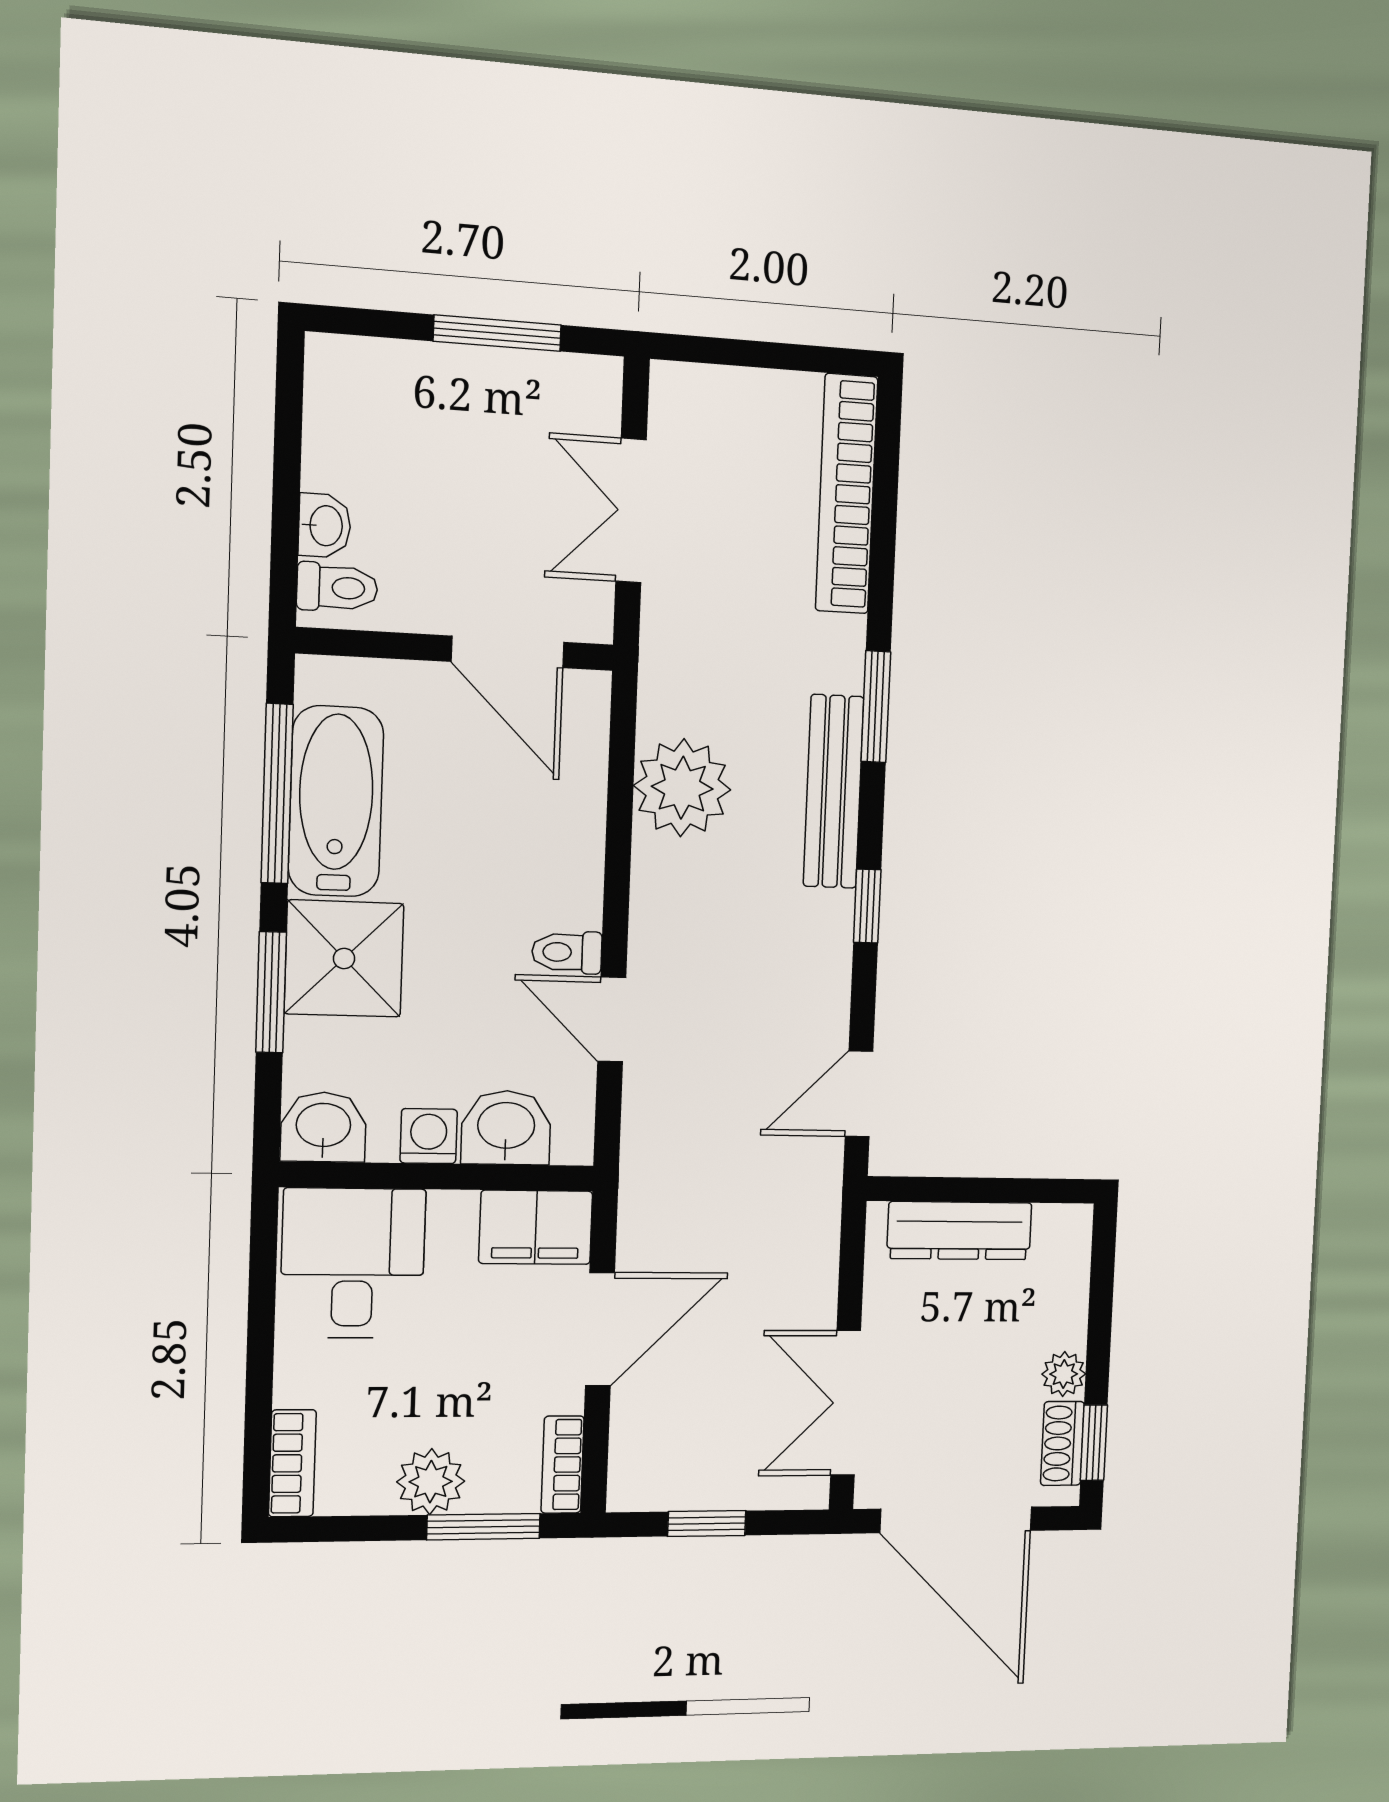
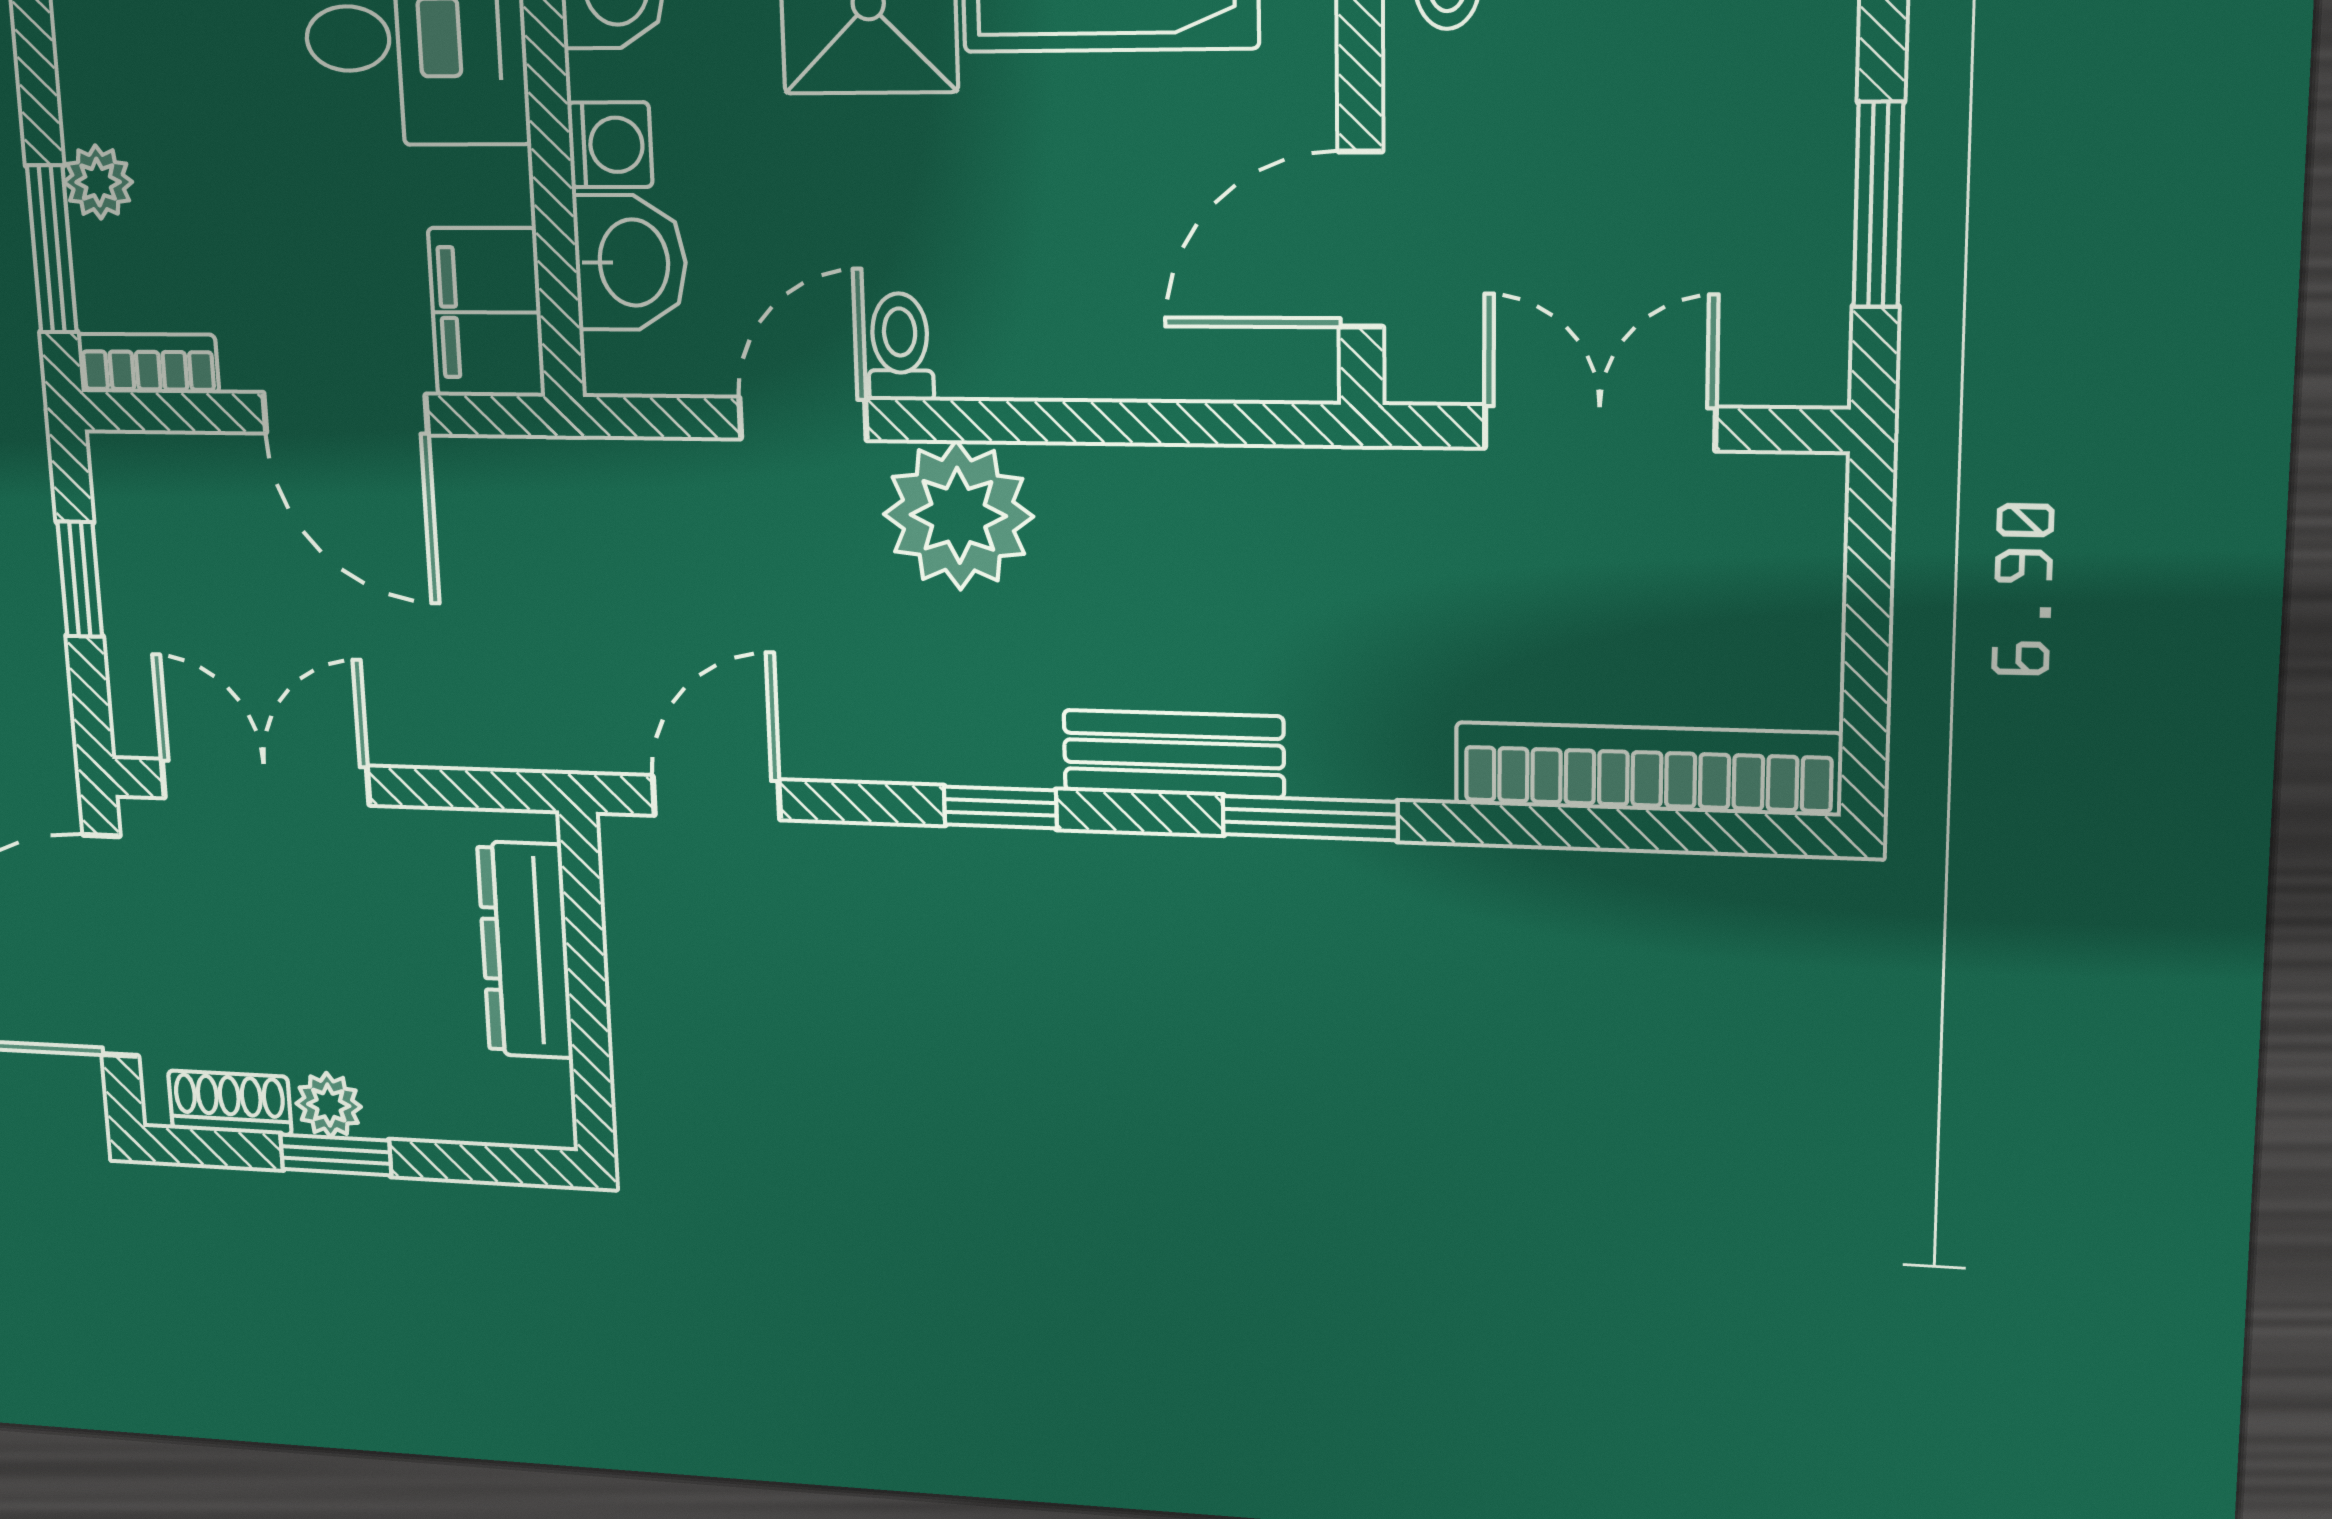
plant: (682, 788) -> (958, 515), moved
bench: (834, 791) -> (1174, 754), width x0.73
door: (859, 1094) -> (716, 798), hinge flipped
window: (1094, 1443) -> (336, 1155), moved
plant: (431, 1482) -> (98, 182), width x0.73, depth x0.73

